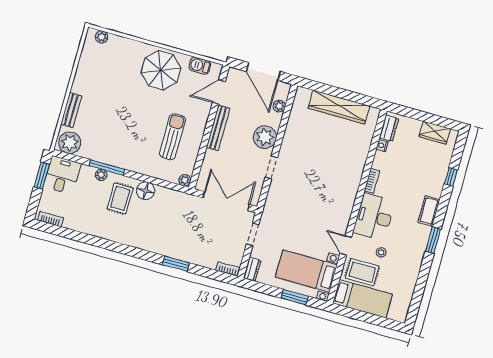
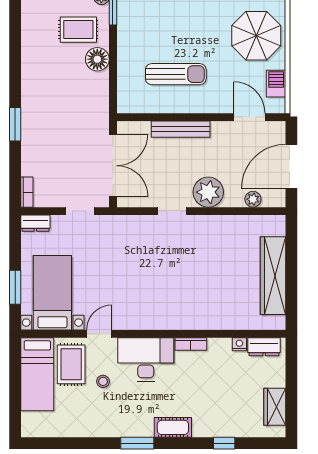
bench: (218, 128) -> (181, 129), moved
plant: (185, 180) -> (125, 105), removed

